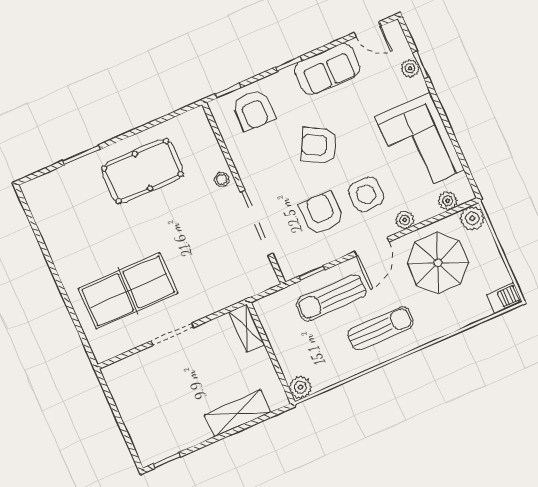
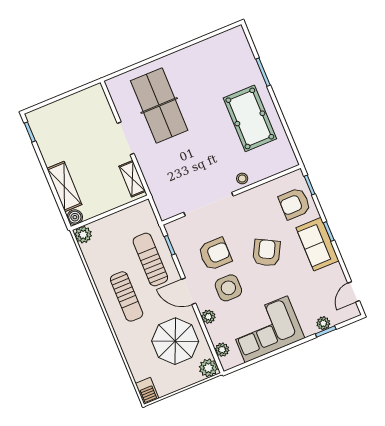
sofa: (327, 69) -> (317, 244), moved
shelving: (247, 328) -> (132, 179), moved, turned 90
boiler: (278, 399) -> (75, 217), added

